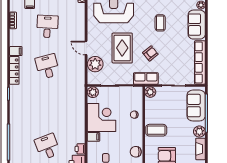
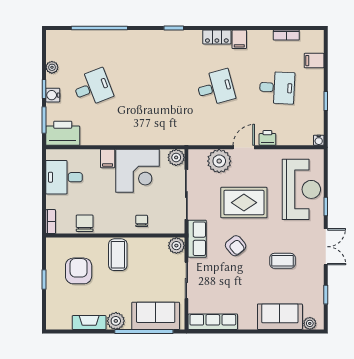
row of seats: (200, 62) -> (213, 322), width x0.73
locker: (14, 70) -> (217, 37), width x0.66
printer: (80, 149) -> (267, 138), moved

